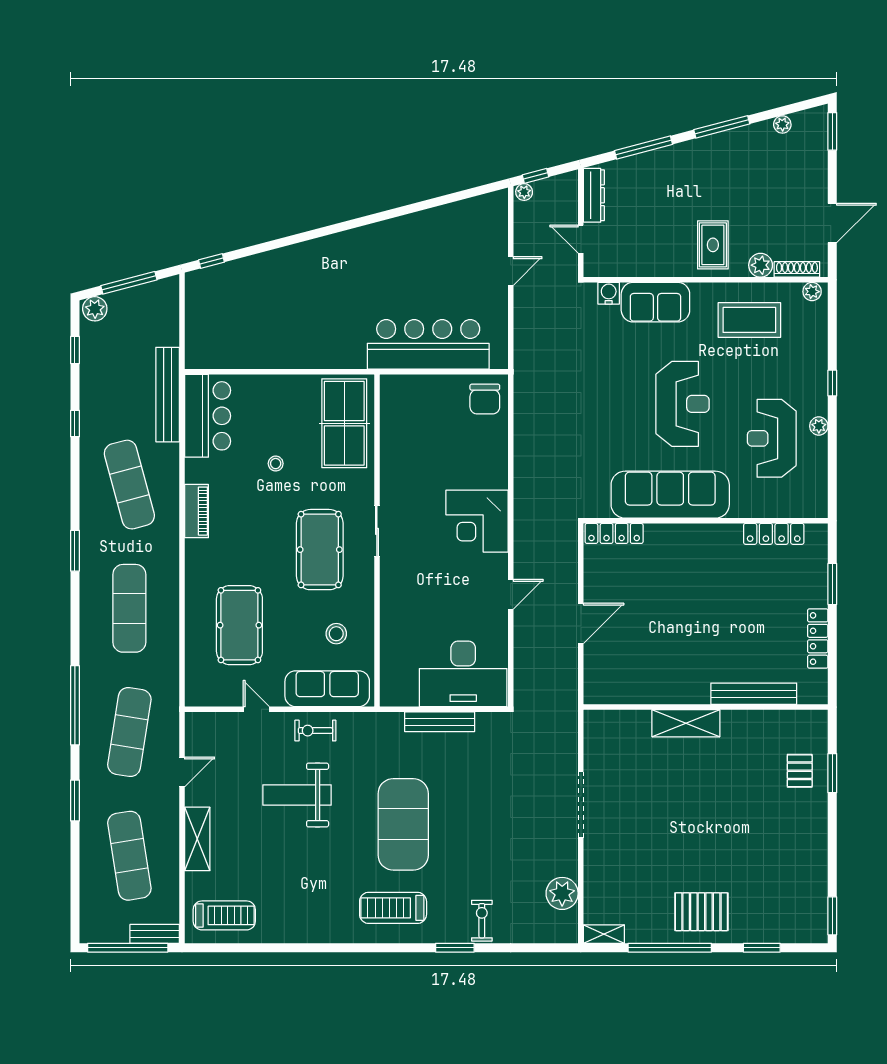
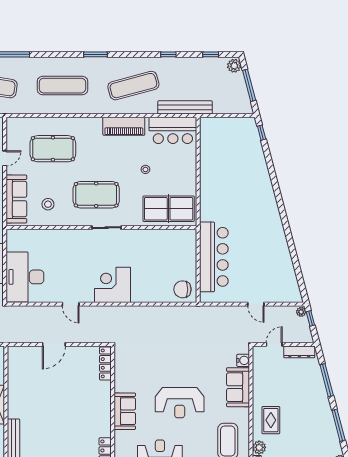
rug: (713, 245) -> (271, 420), turned 90
sofa: (670, 495) -> (125, 411), width x0.54, depth x0.79
piano: (196, 511) -> (124, 126), width x1.37, depth x1.33
door: (581, 623) -> (54, 344), hinge flipped

